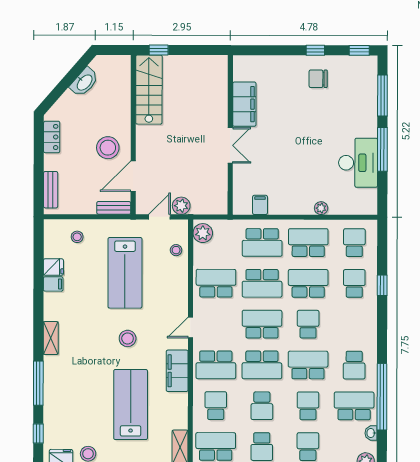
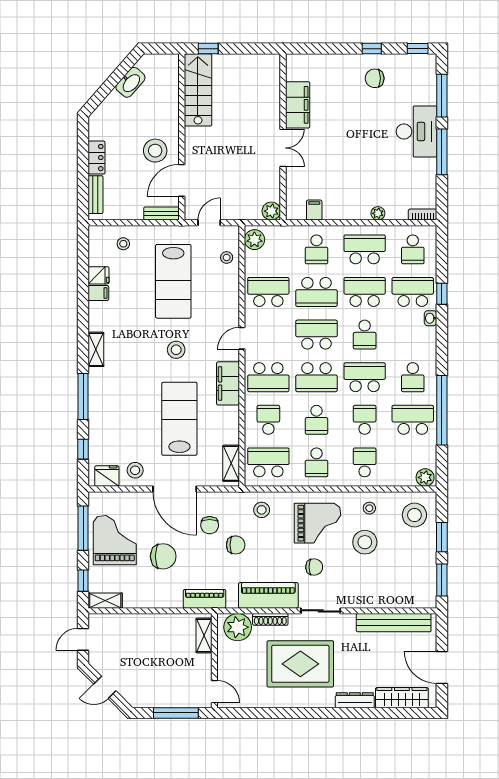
locker: (52, 137) -> (97, 158), moved
desk: (358, 163) -> (416, 132), moved
plant: (181, 206) -> (271, 211), moved
bookcase: (364, 209) -> (423, 215), added
school desk: (262, 242) -> (316, 249), width x0.54
school desk: (354, 243) -> (413, 249), turned 180
school desk: (354, 283) -> (413, 292), width x1.85
school desk: (308, 324) -> (365, 335), turned 180
washbasin: (371, 433) -> (431, 318), moved

